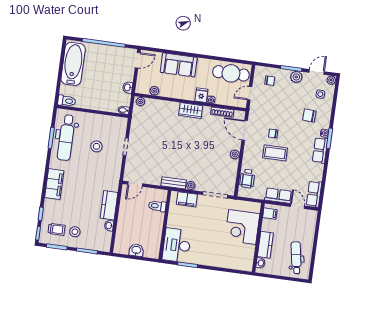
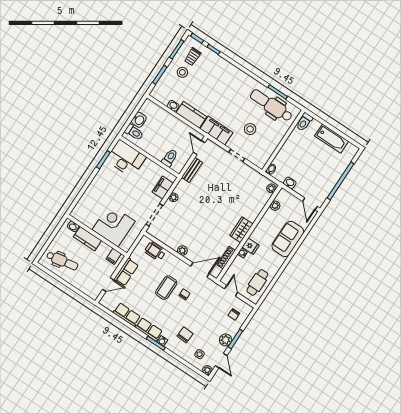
bathtub: (73, 64) -> (332, 139), width x0.73, depth x0.73
cafe table: (231, 73) -> (257, 282), width x0.73, depth x0.74
bench: (174, 183) -> (192, 170), moved
filing cabinet: (54, 184) -> (217, 131), moved, turned 180
row of seats: (314, 194) -> (127, 315), moved
toilet: (150, 249) -> (134, 132), added

